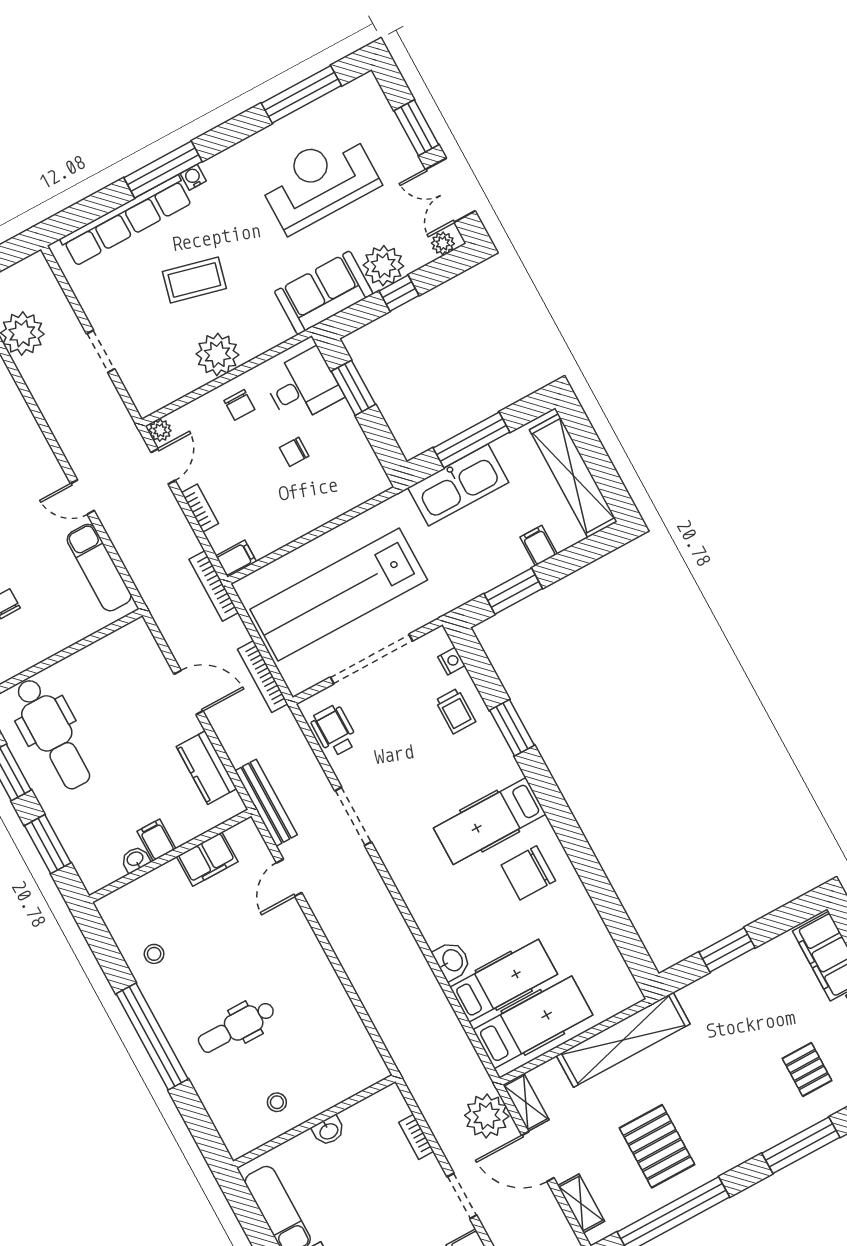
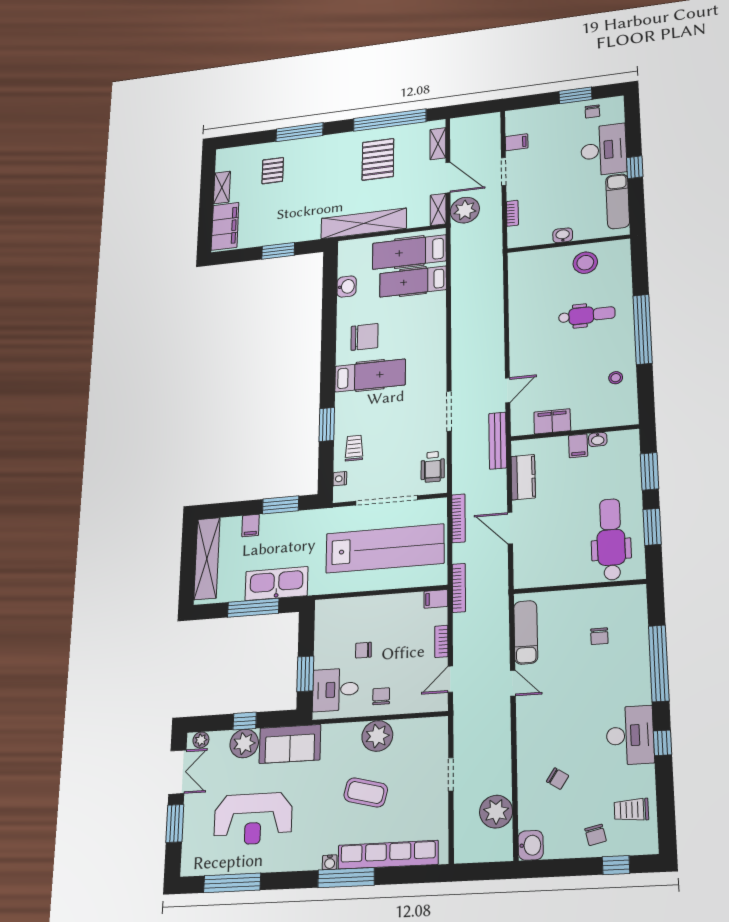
plant: (160, 430) -> (440, 704), removed
chair: (294, 452) -> (363, 650), turned 180
washbasin: (452, 961) -> (347, 287), moved, turned 180
stool: (277, 1102) -> (585, 263), width x1.89, depth x1.89

